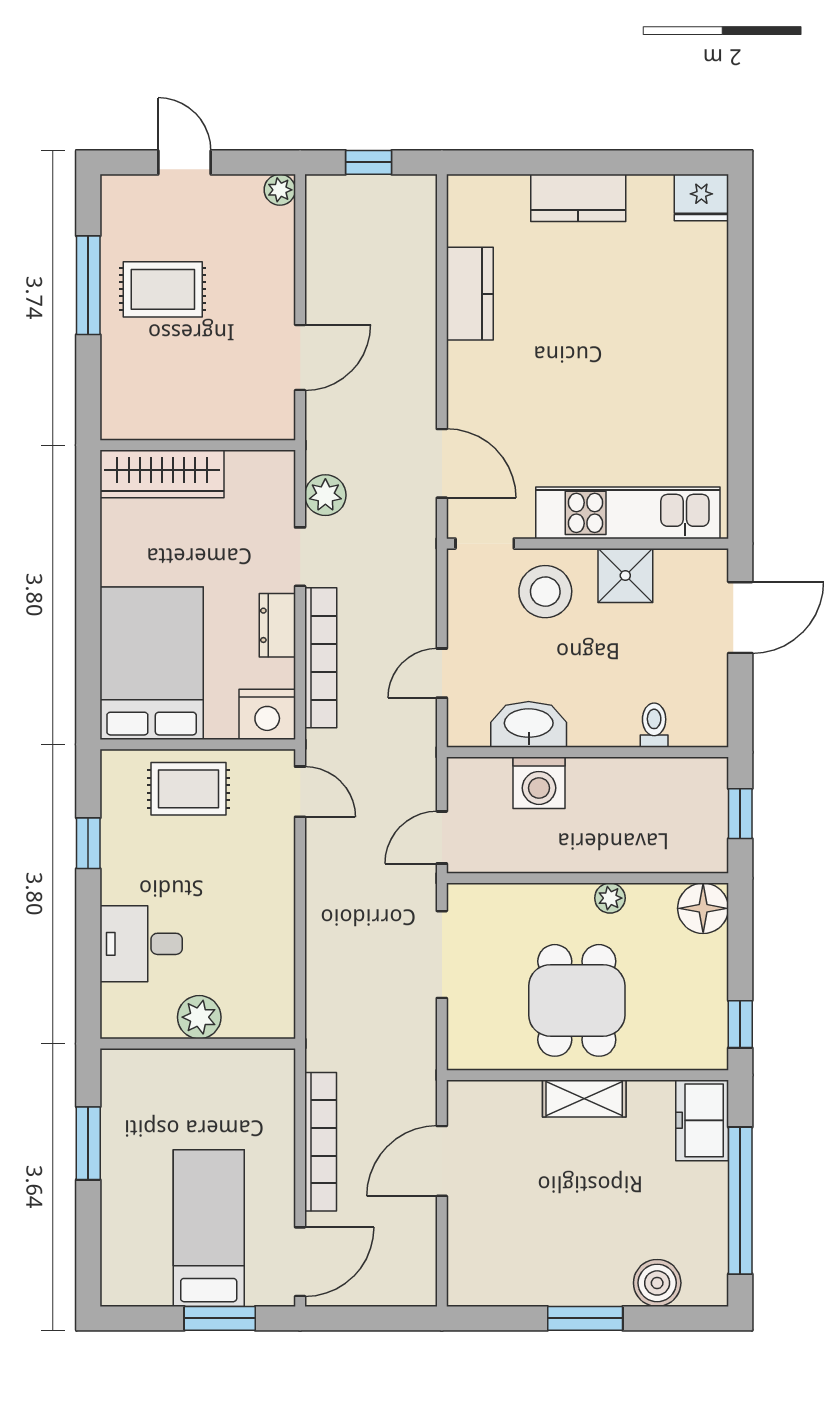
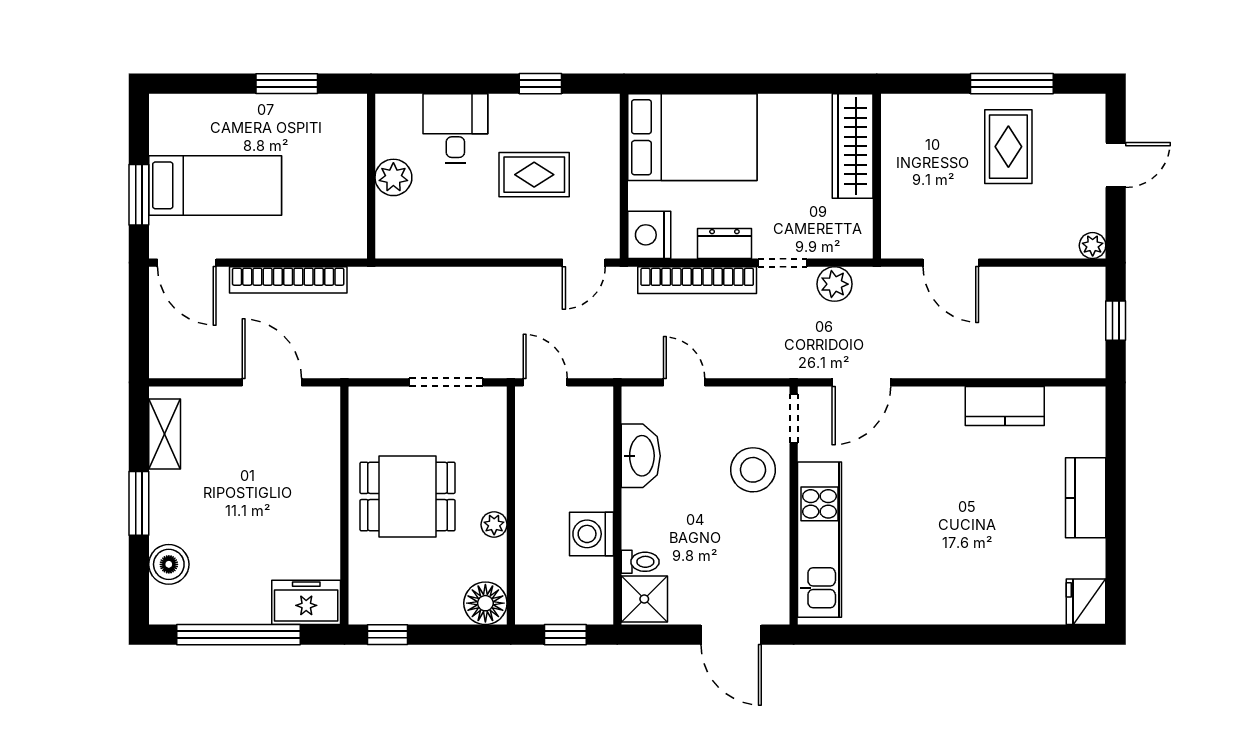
shower: (625, 575) -> (644, 599), moved
washing machine: (539, 783) -> (591, 534), moved
rug: (189, 789) -> (534, 175), moved, turned 90
shelving: (584, 1098) -> (165, 434), moved

